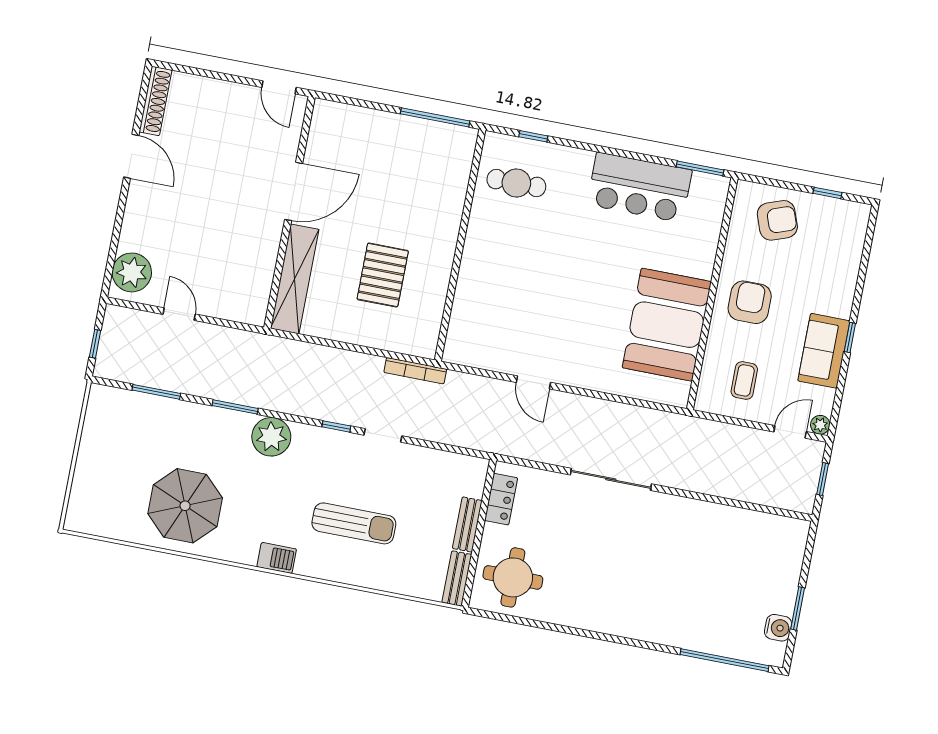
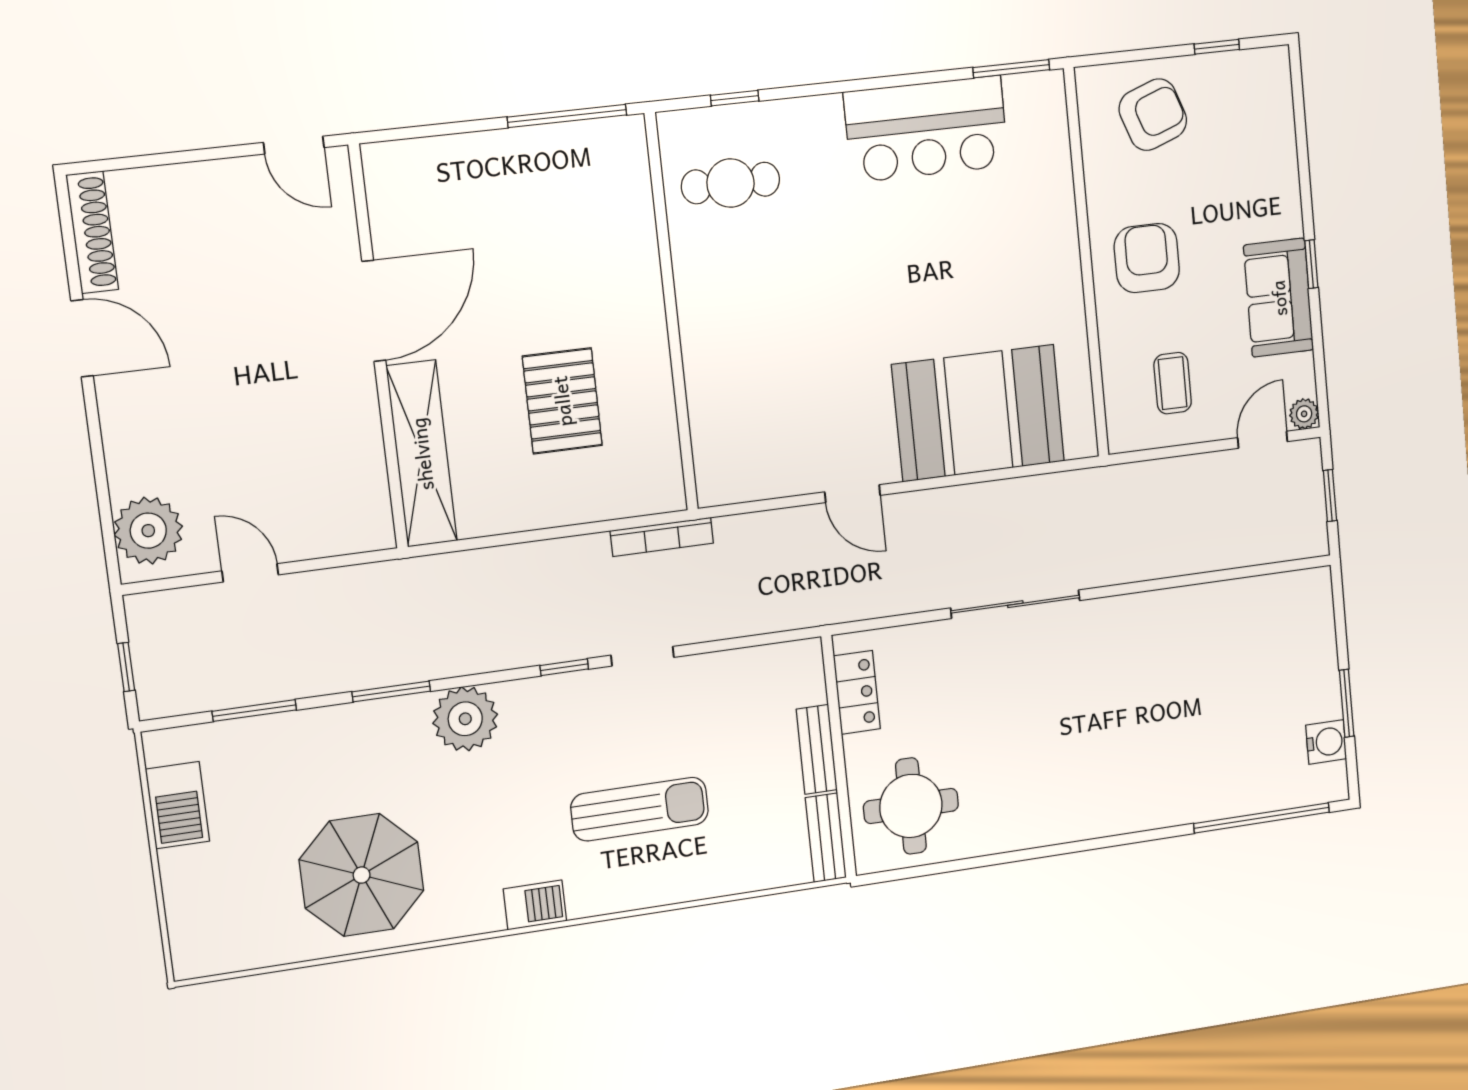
booth: (667, 325) -> (978, 413), moved, turned 90
barbecue: (97, 430) -> (178, 805), added

